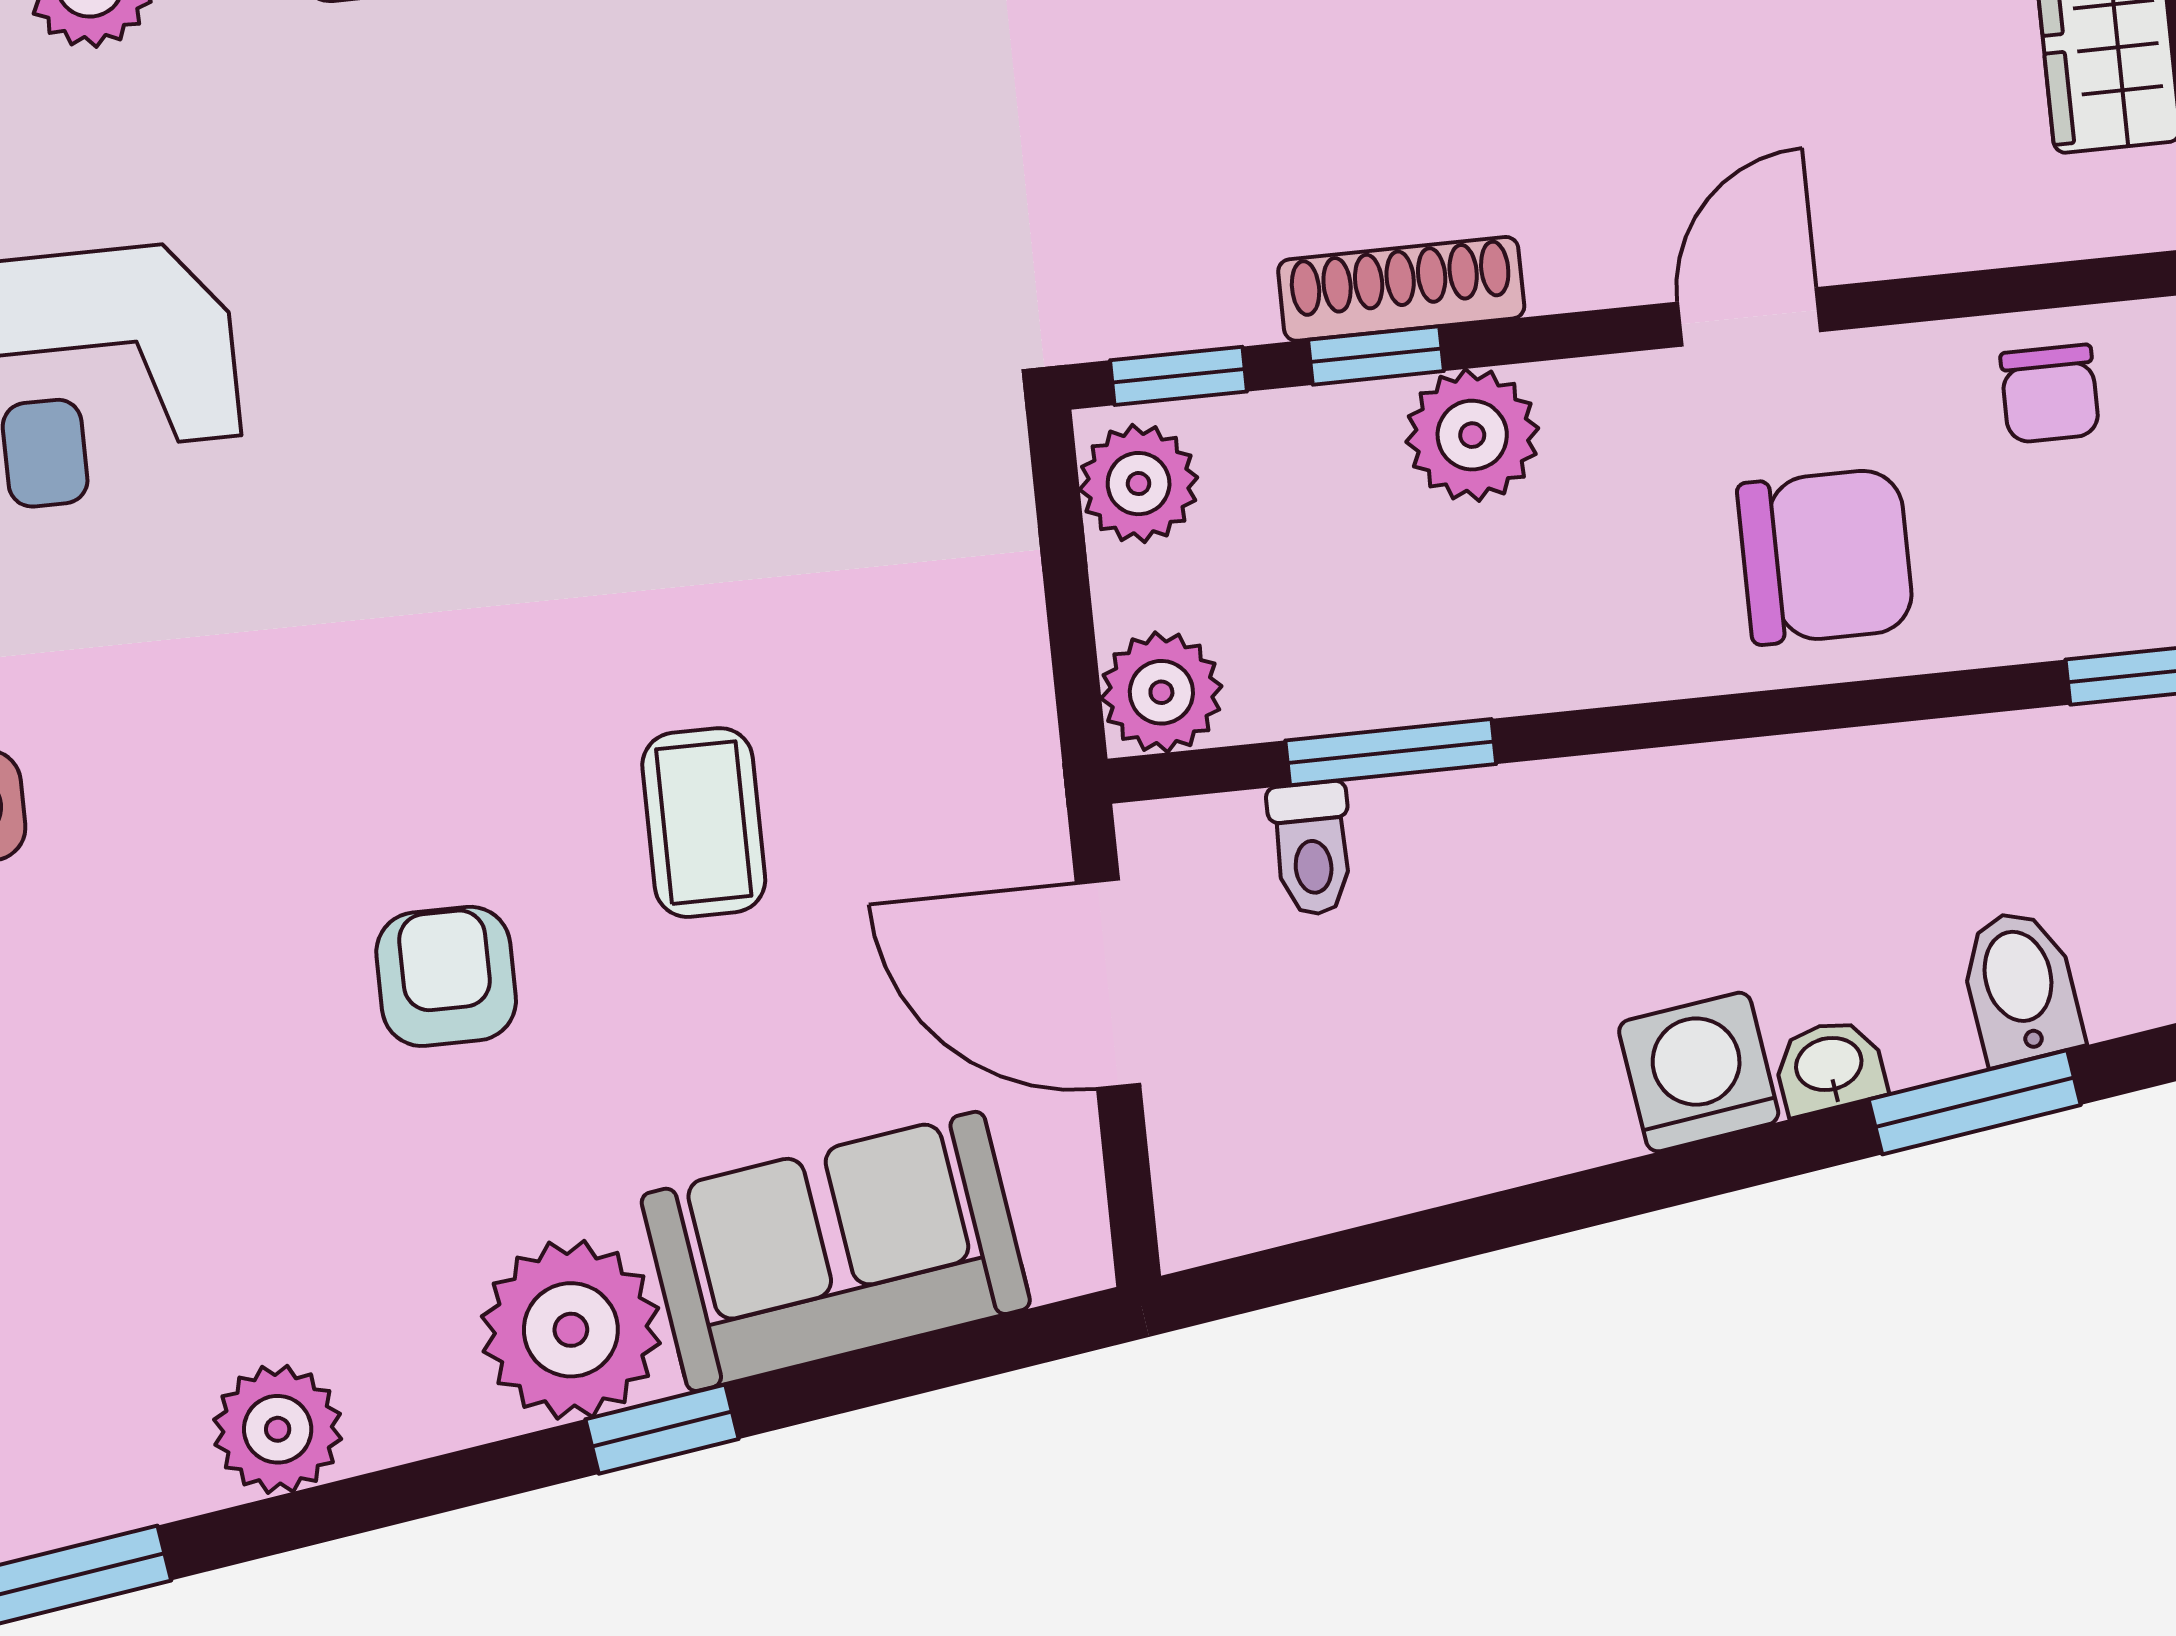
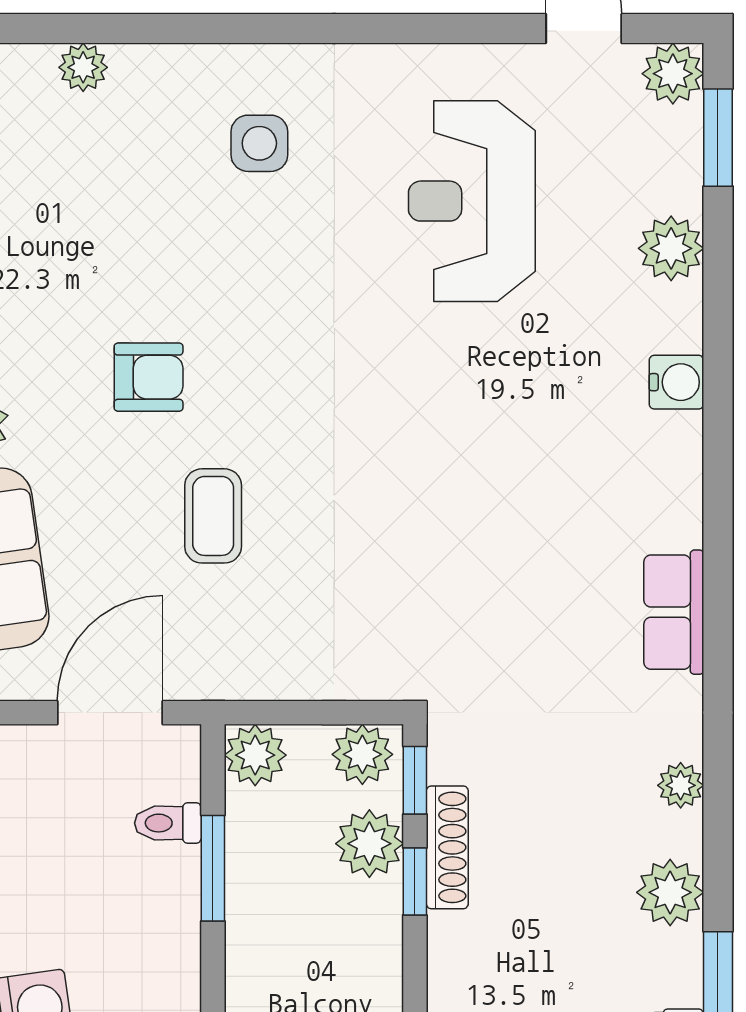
shoe rack: (1401, 289) -> (447, 847), moved
plant: (1472, 435) -> (369, 844), moved
coffee table: (704, 823) -> (213, 516), turned 90

